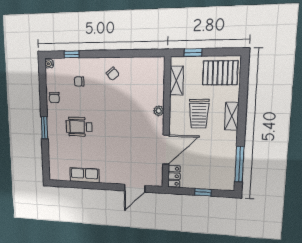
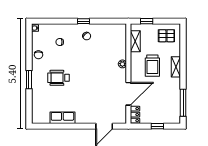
window: (72, 54) -> (84, 21), moved
pallet: (220, 73) -> (166, 36), width x0.67, depth x0.71

